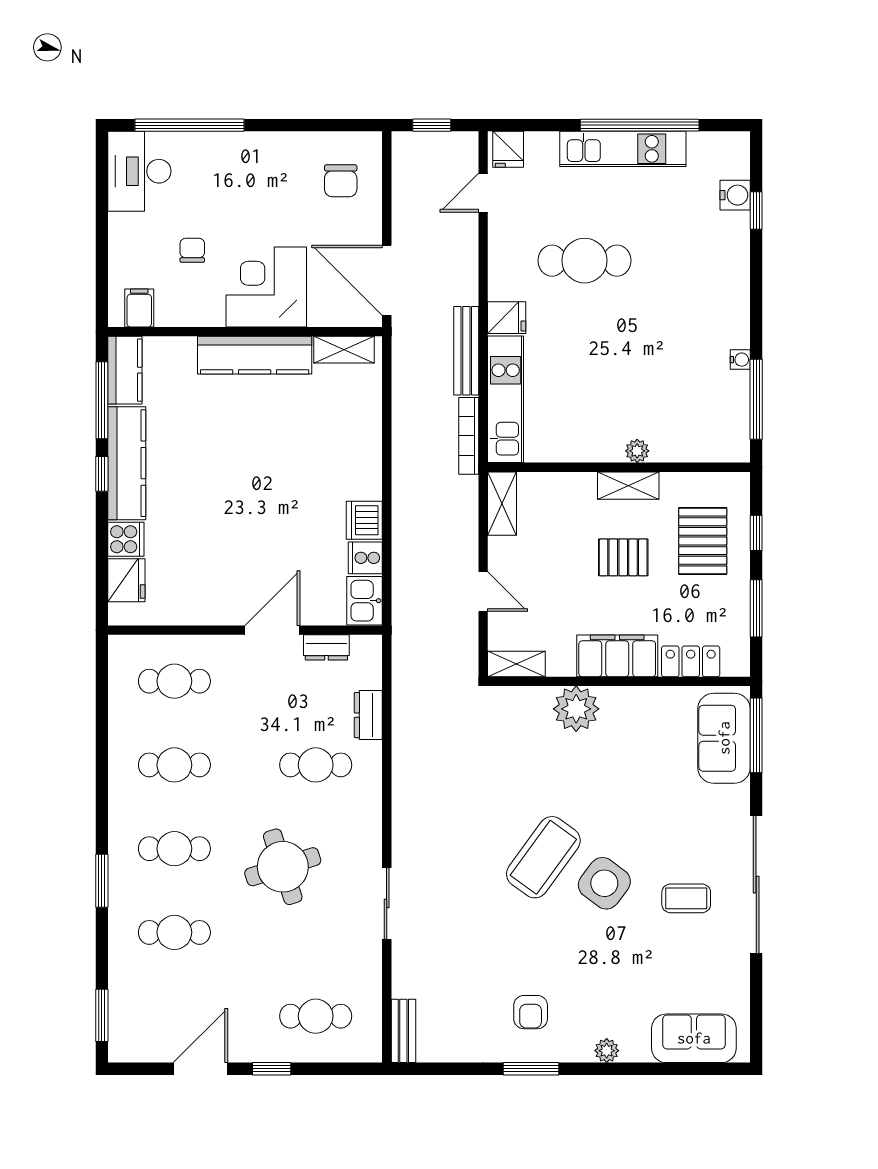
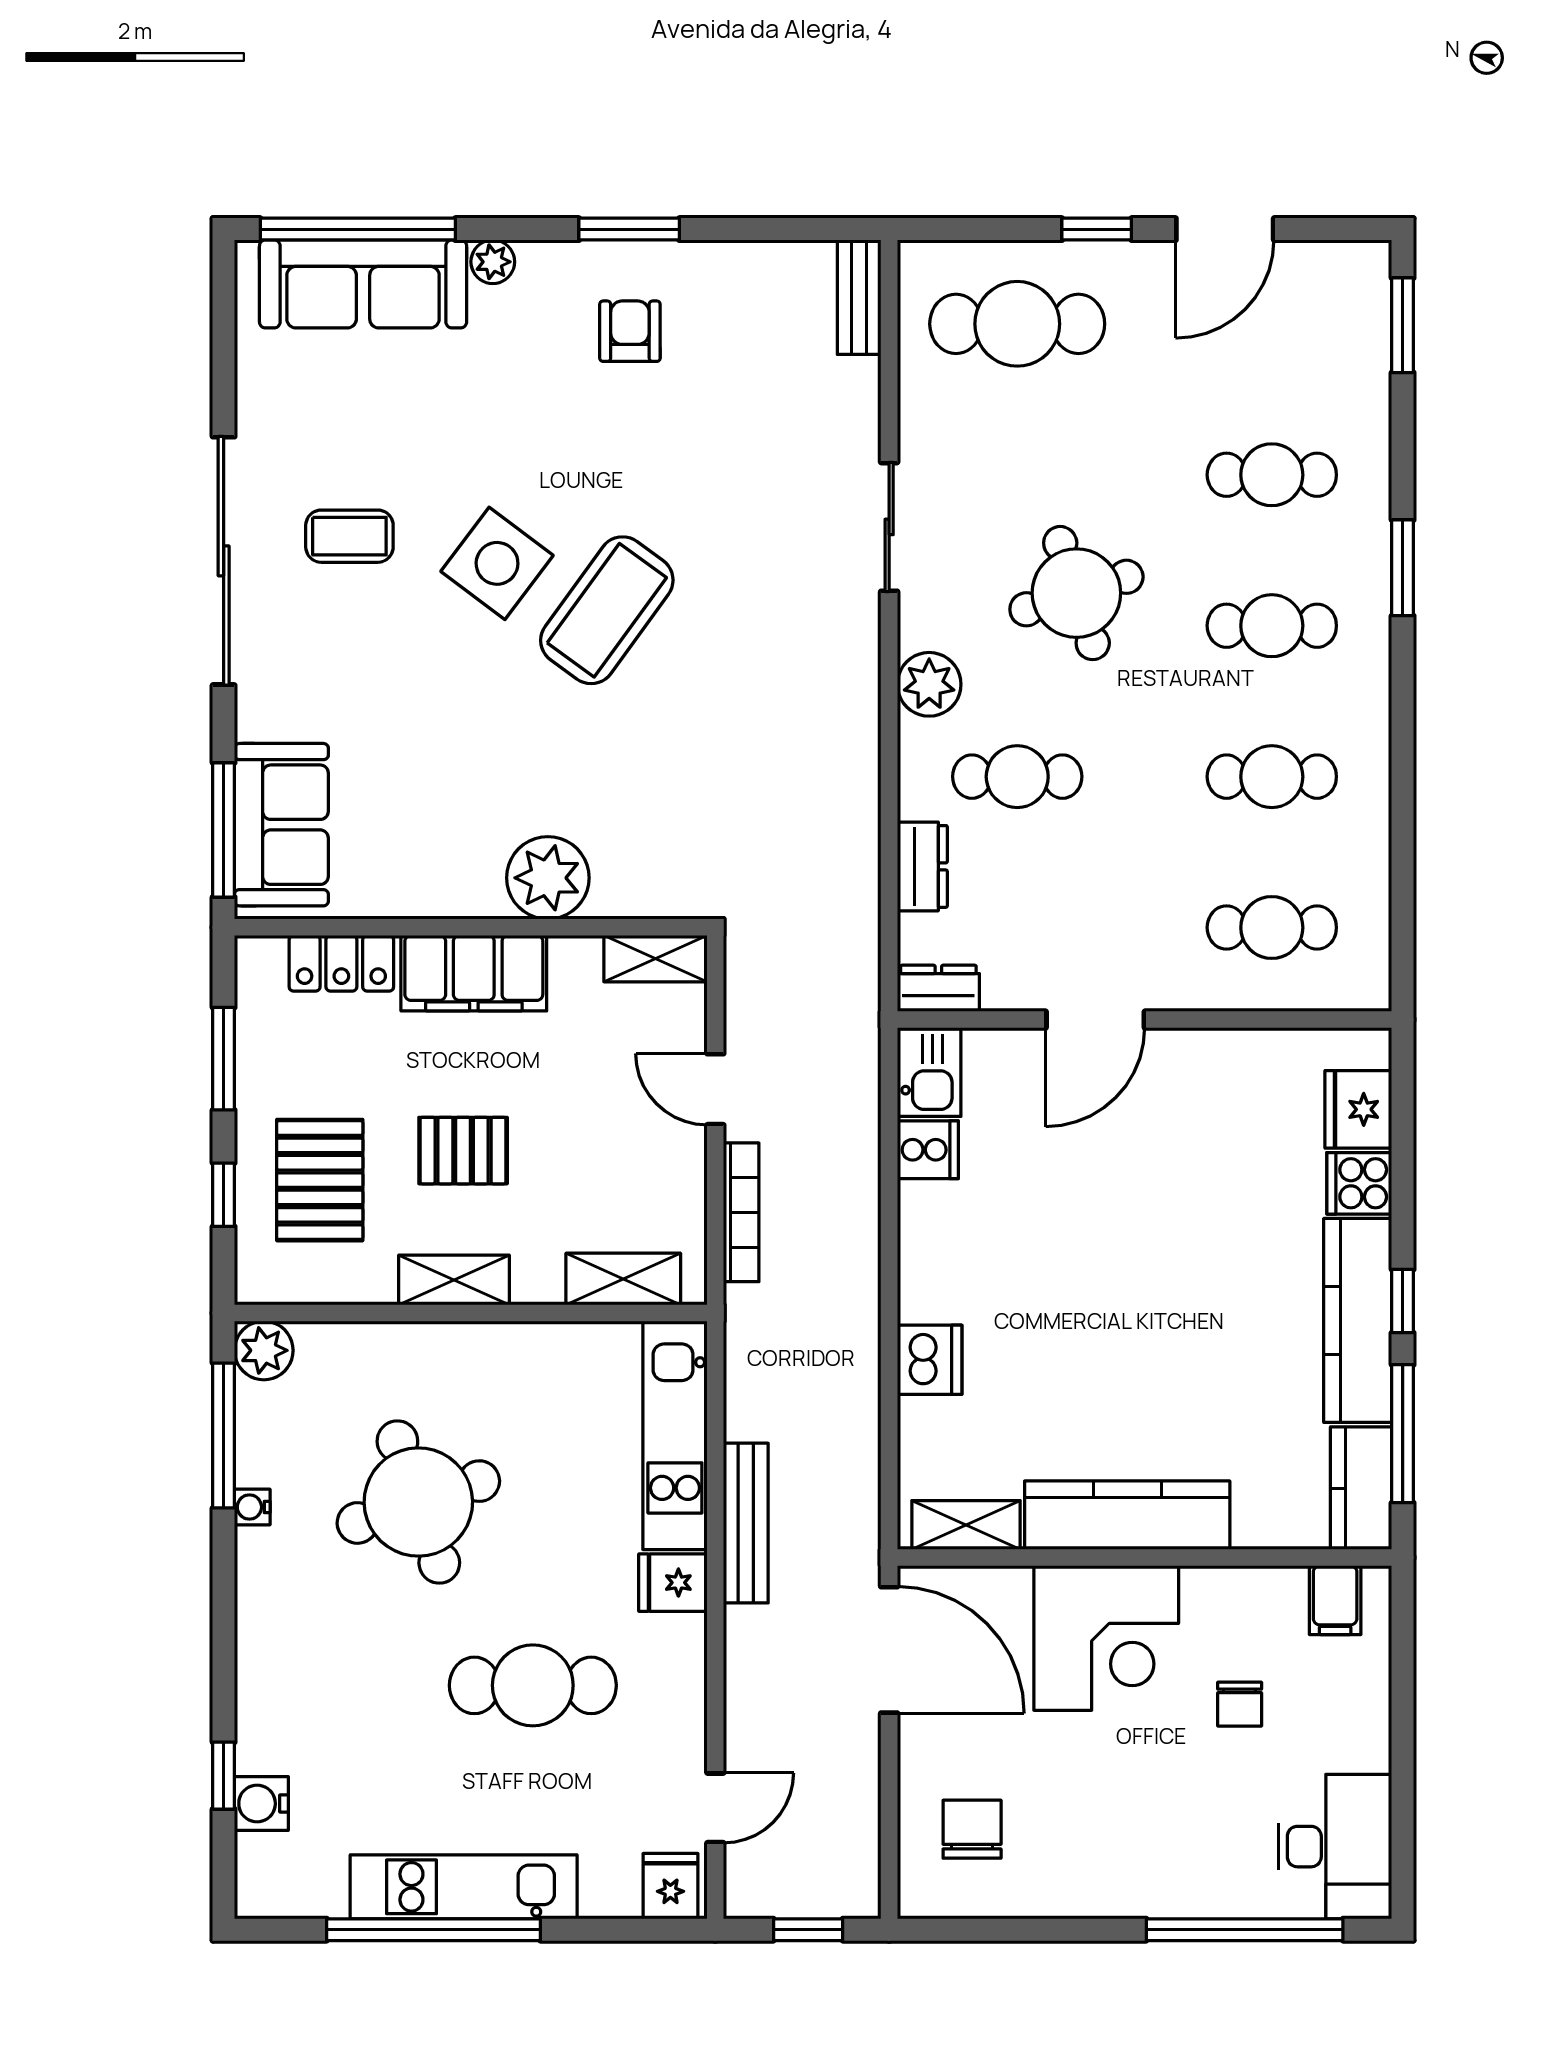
round table: (648, 362) -> (418, 1502), added
bookcase: (469, 436) -> (741, 1212), moved
plant: (637, 451) -> (264, 1350), moved, width x1.38, depth x1.38
shelving: (502, 504) -> (623, 1279), moved, turned 90
dishwasher: (364, 520) -> (930, 1360), moved
dresser: (326, 647) -> (938, 988), moved
plant: (365, 816) -> (929, 684), added
cafe table: (316, 1016) -> (1017, 324), width x1.37, depth x1.35
sofa: (694, 1038) -> (363, 284), width x1.36
window: (682, 1069) -> (358, 229), added

